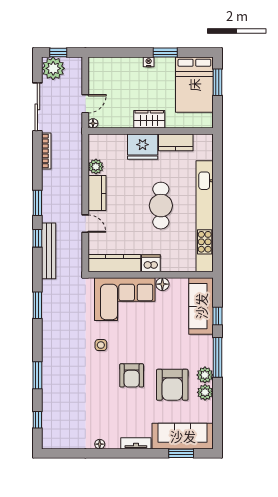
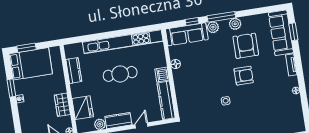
wardrobe: (149, 119) -> (62, 105), moved
fridge: (143, 147) -> (83, 108), moved
corner sofa: (125, 299) -> (190, 89), removed
armchair: (172, 385) -> (246, 46), turned -90
plant: (205, 392) -> (213, 27), moved

